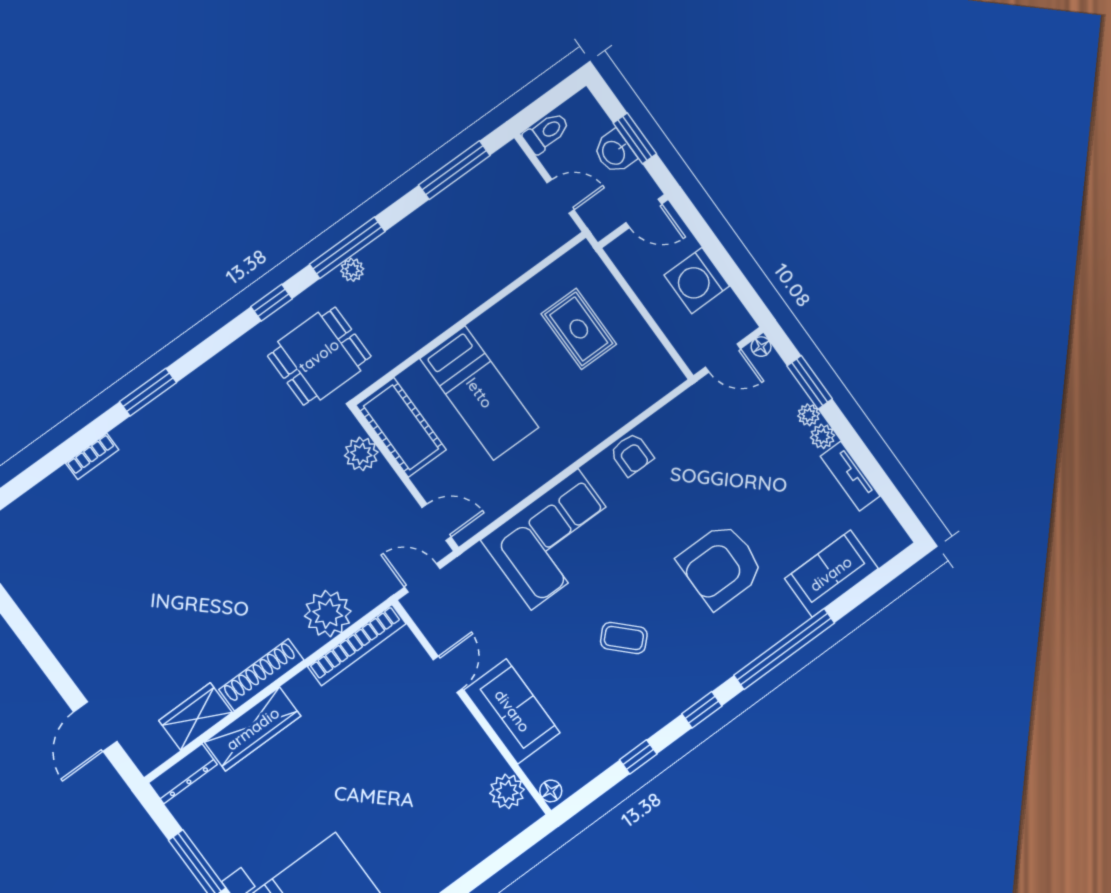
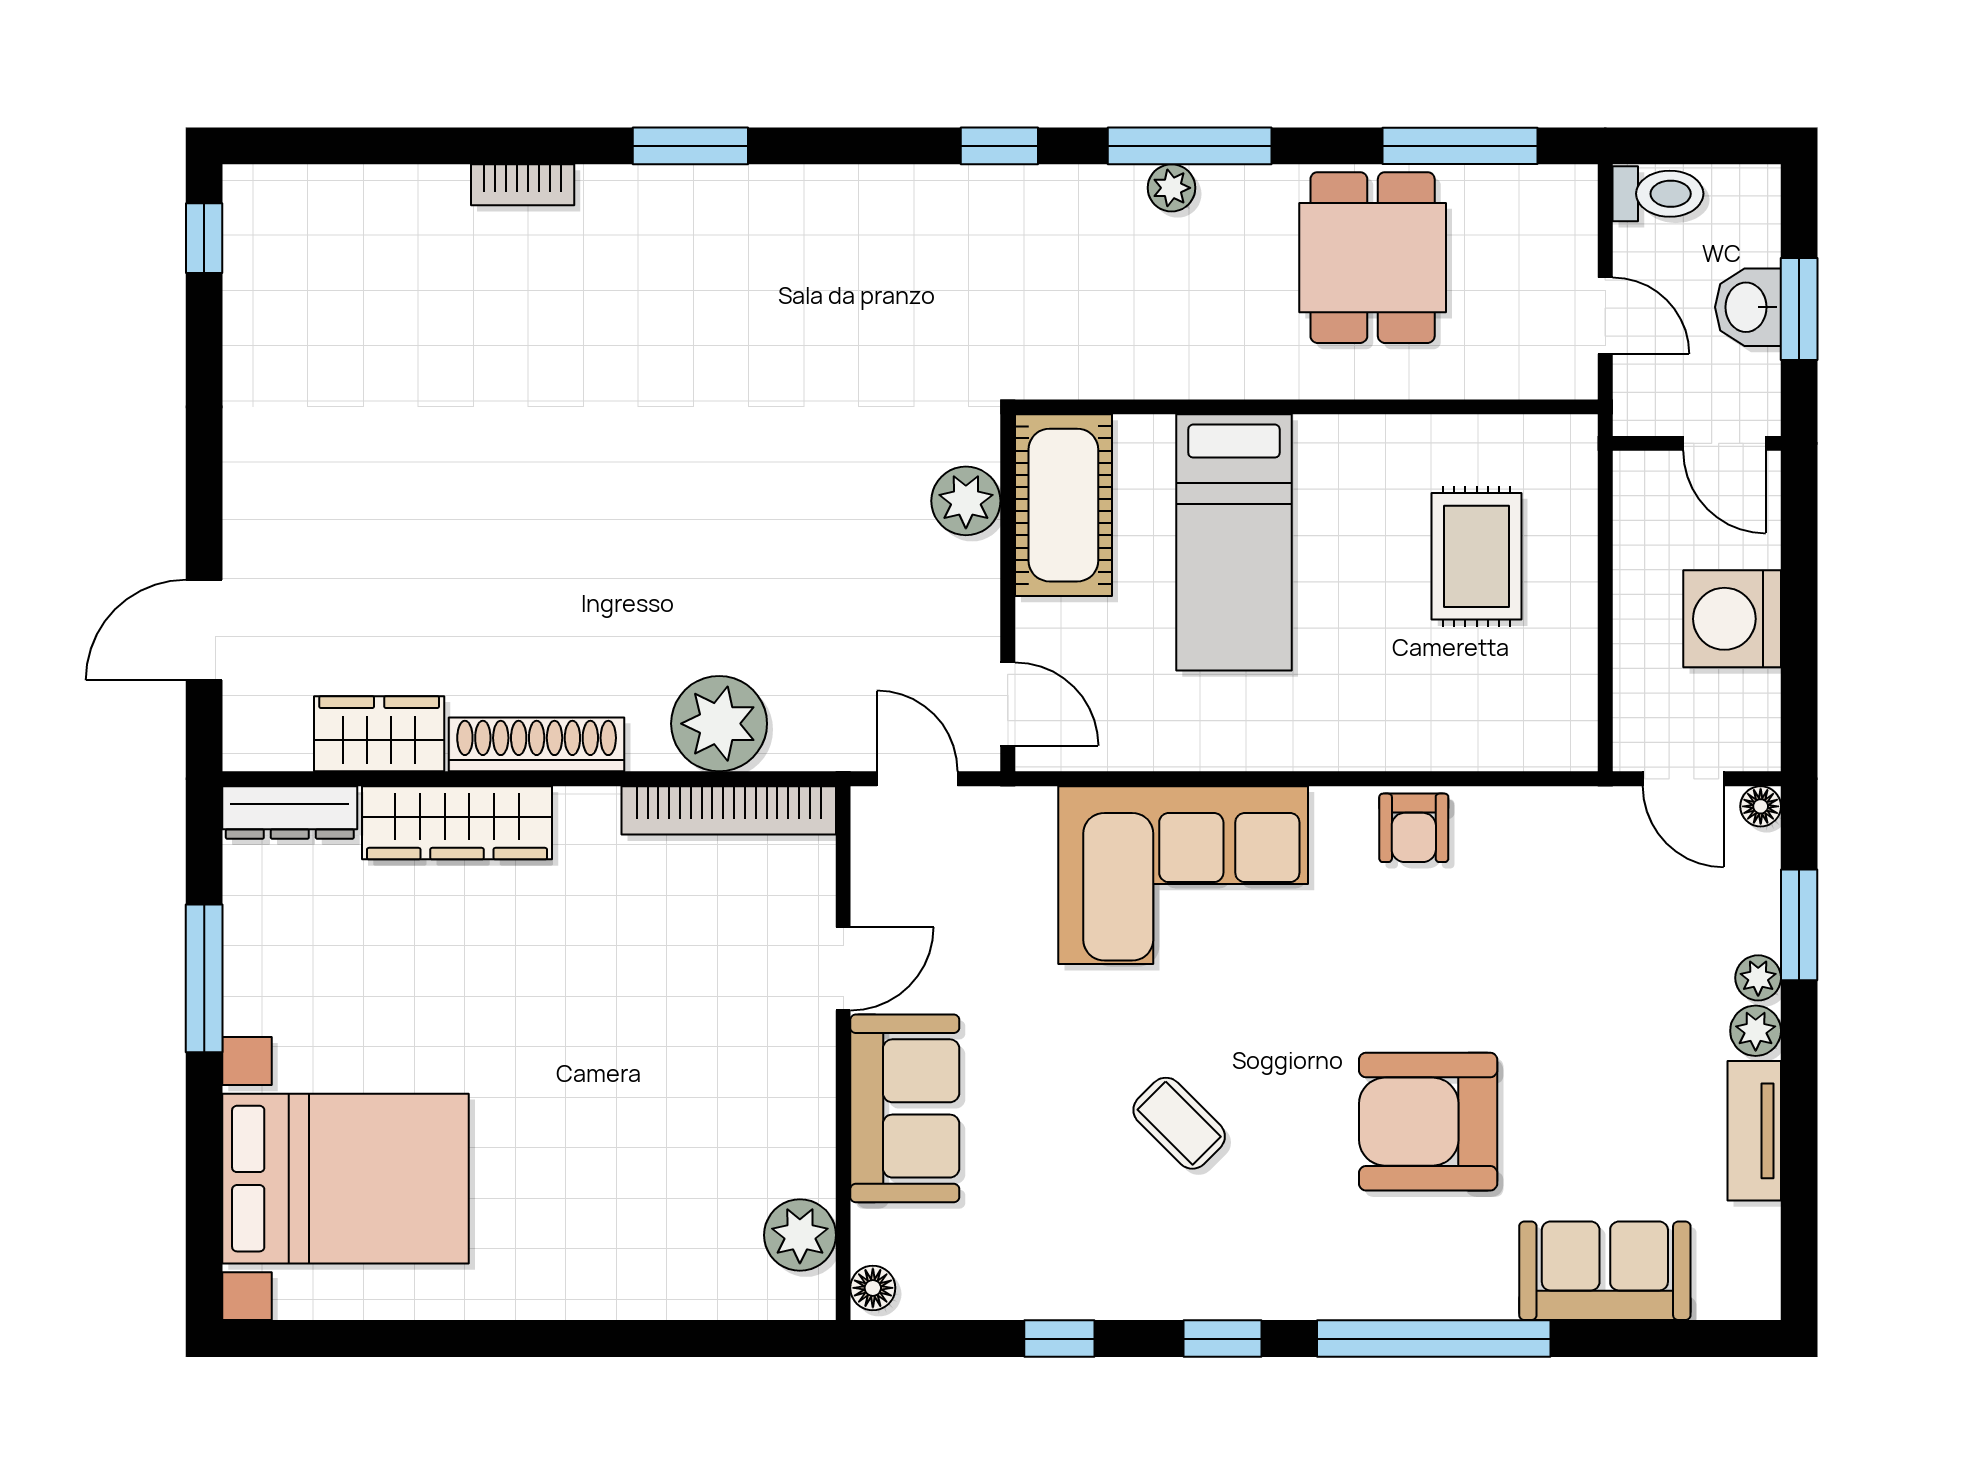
dining table: (319, 356) -> (1373, 258), moved, turned 90

